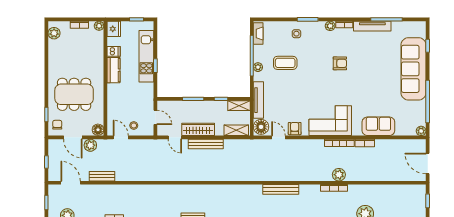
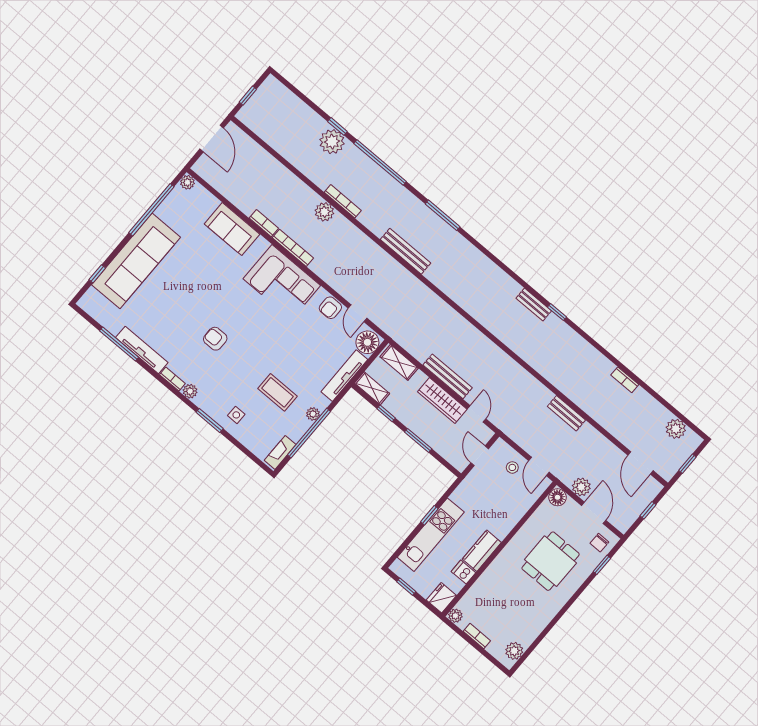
dining table: (74, 94) -> (551, 561), width x0.73
bench: (102, 176) -> (566, 413), moved

